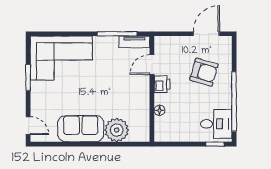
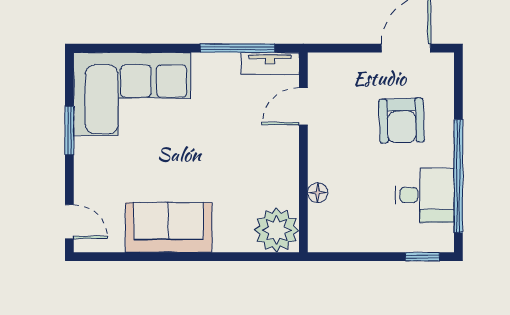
armchair: (204, 72) -> (402, 121), turned 72
printer: (162, 84) -> (322, 143), removed
desk: (216, 124) -> (425, 195), moved
plant: (117, 130) -> (277, 230), moved

